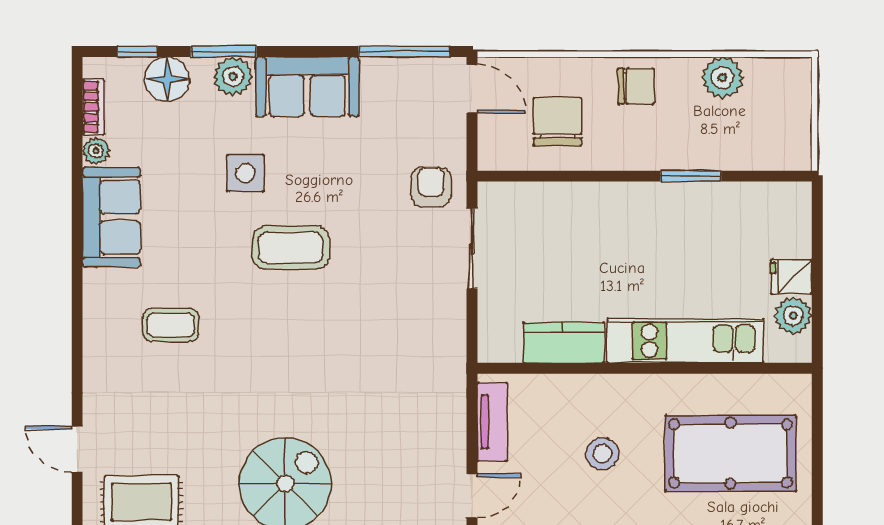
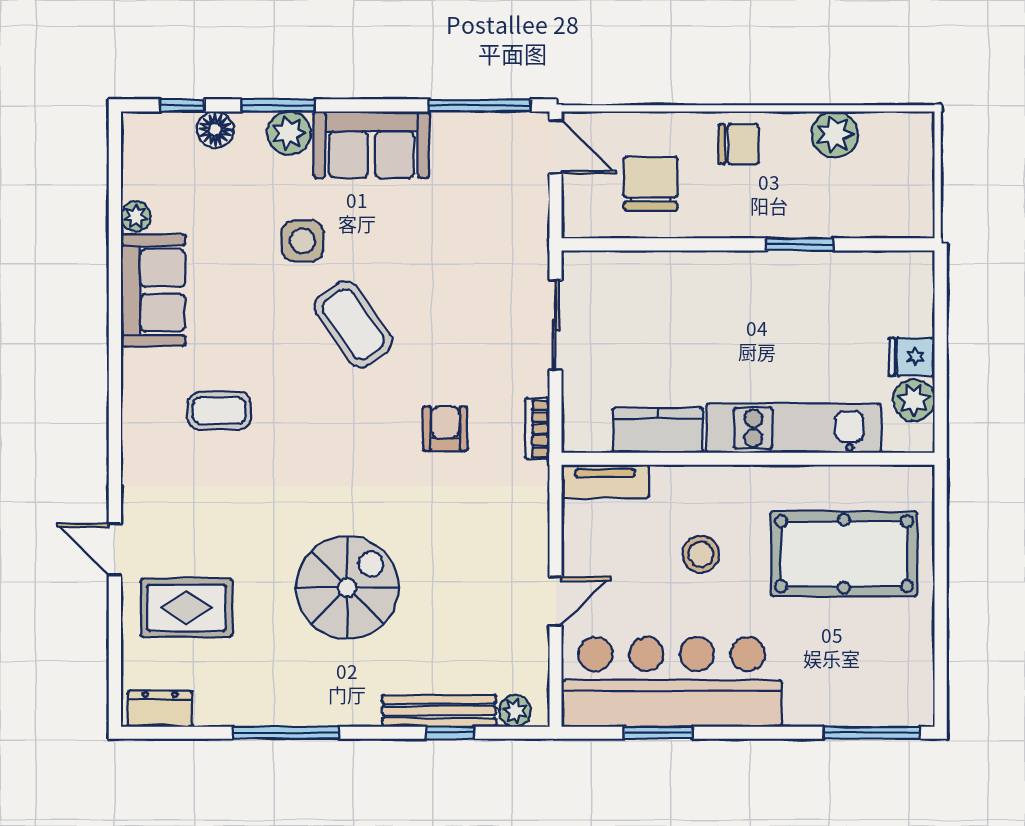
floor lamp: (167, 79) -> (215, 130), width x0.73, depth x0.73
bookcase: (94, 107) -> (537, 429), moved, turned 180
armchair: (431, 187) -> (445, 429), moved
coffee table: (291, 248) -> (353, 324), turned 55
tv unit: (492, 422) -> (605, 481), moved, turned 90

